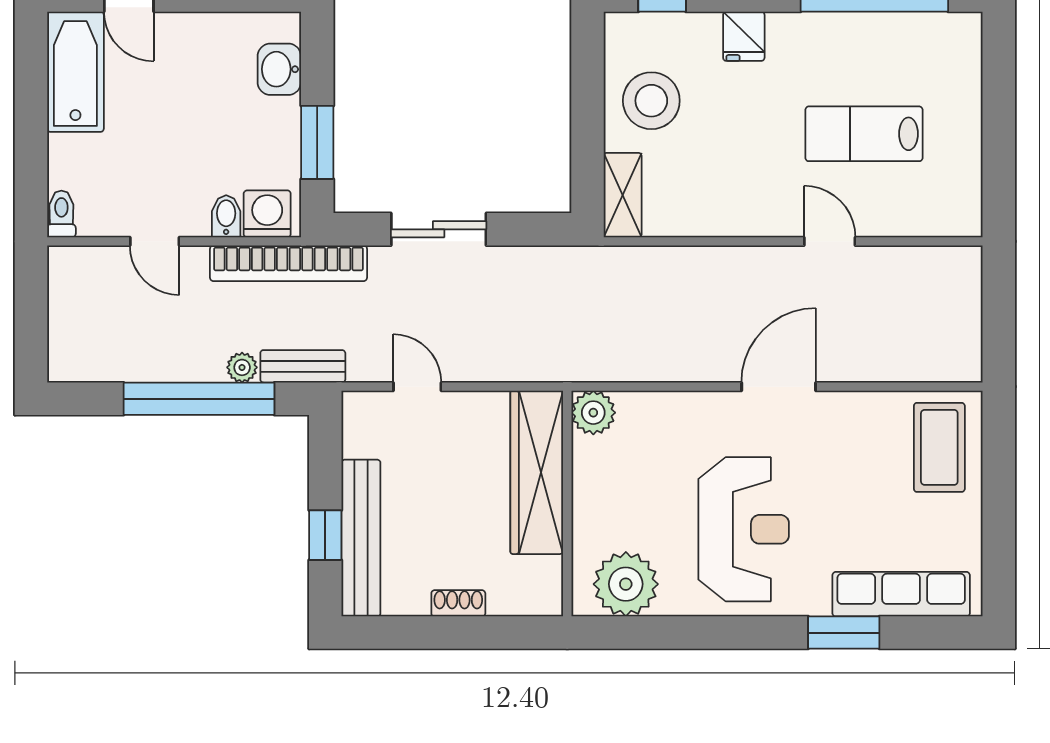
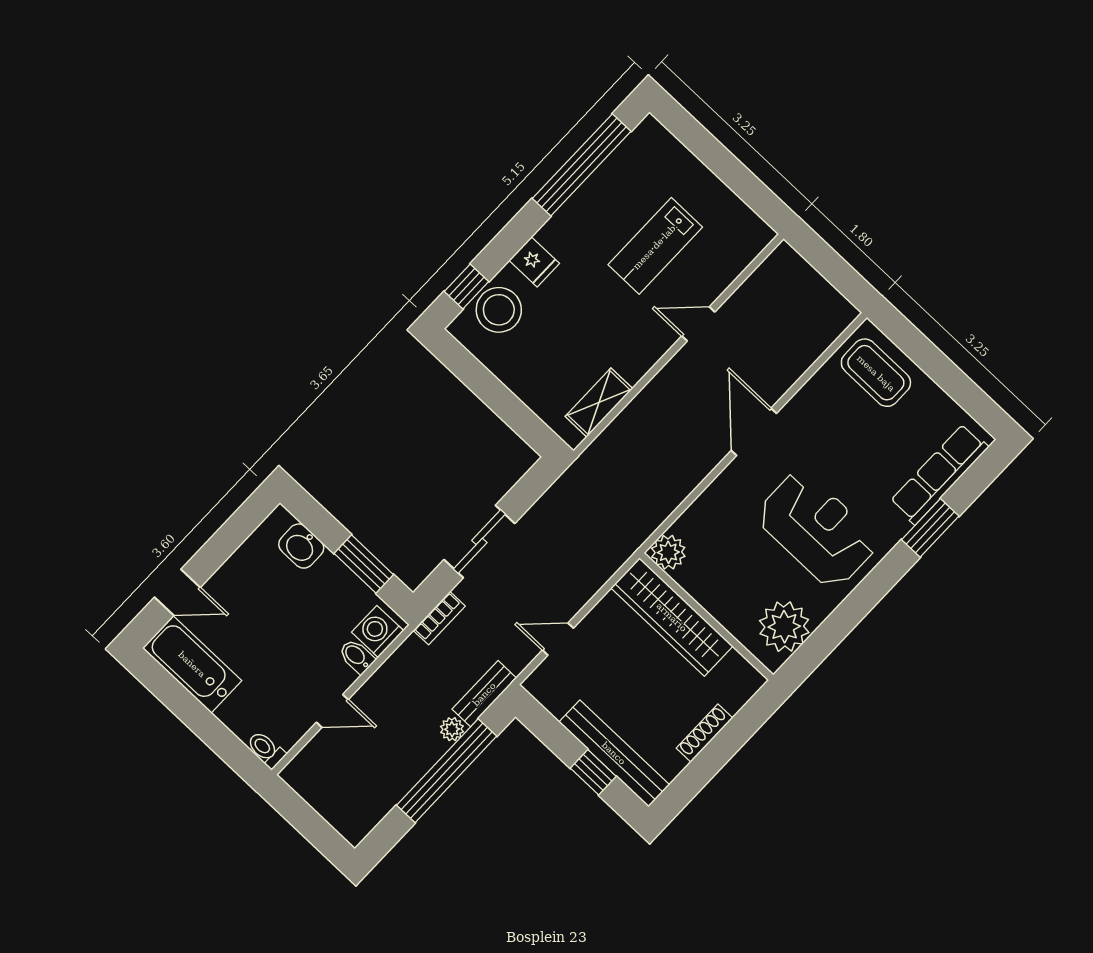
stool: (651, 101) -> (499, 310), moved
shelving: (623, 195) -> (599, 402), moved, turned 90
bookcase: (288, 263) -> (439, 618), width x0.43, depth x0.76
shoe rack: (458, 603) -> (704, 733), width x1.43

